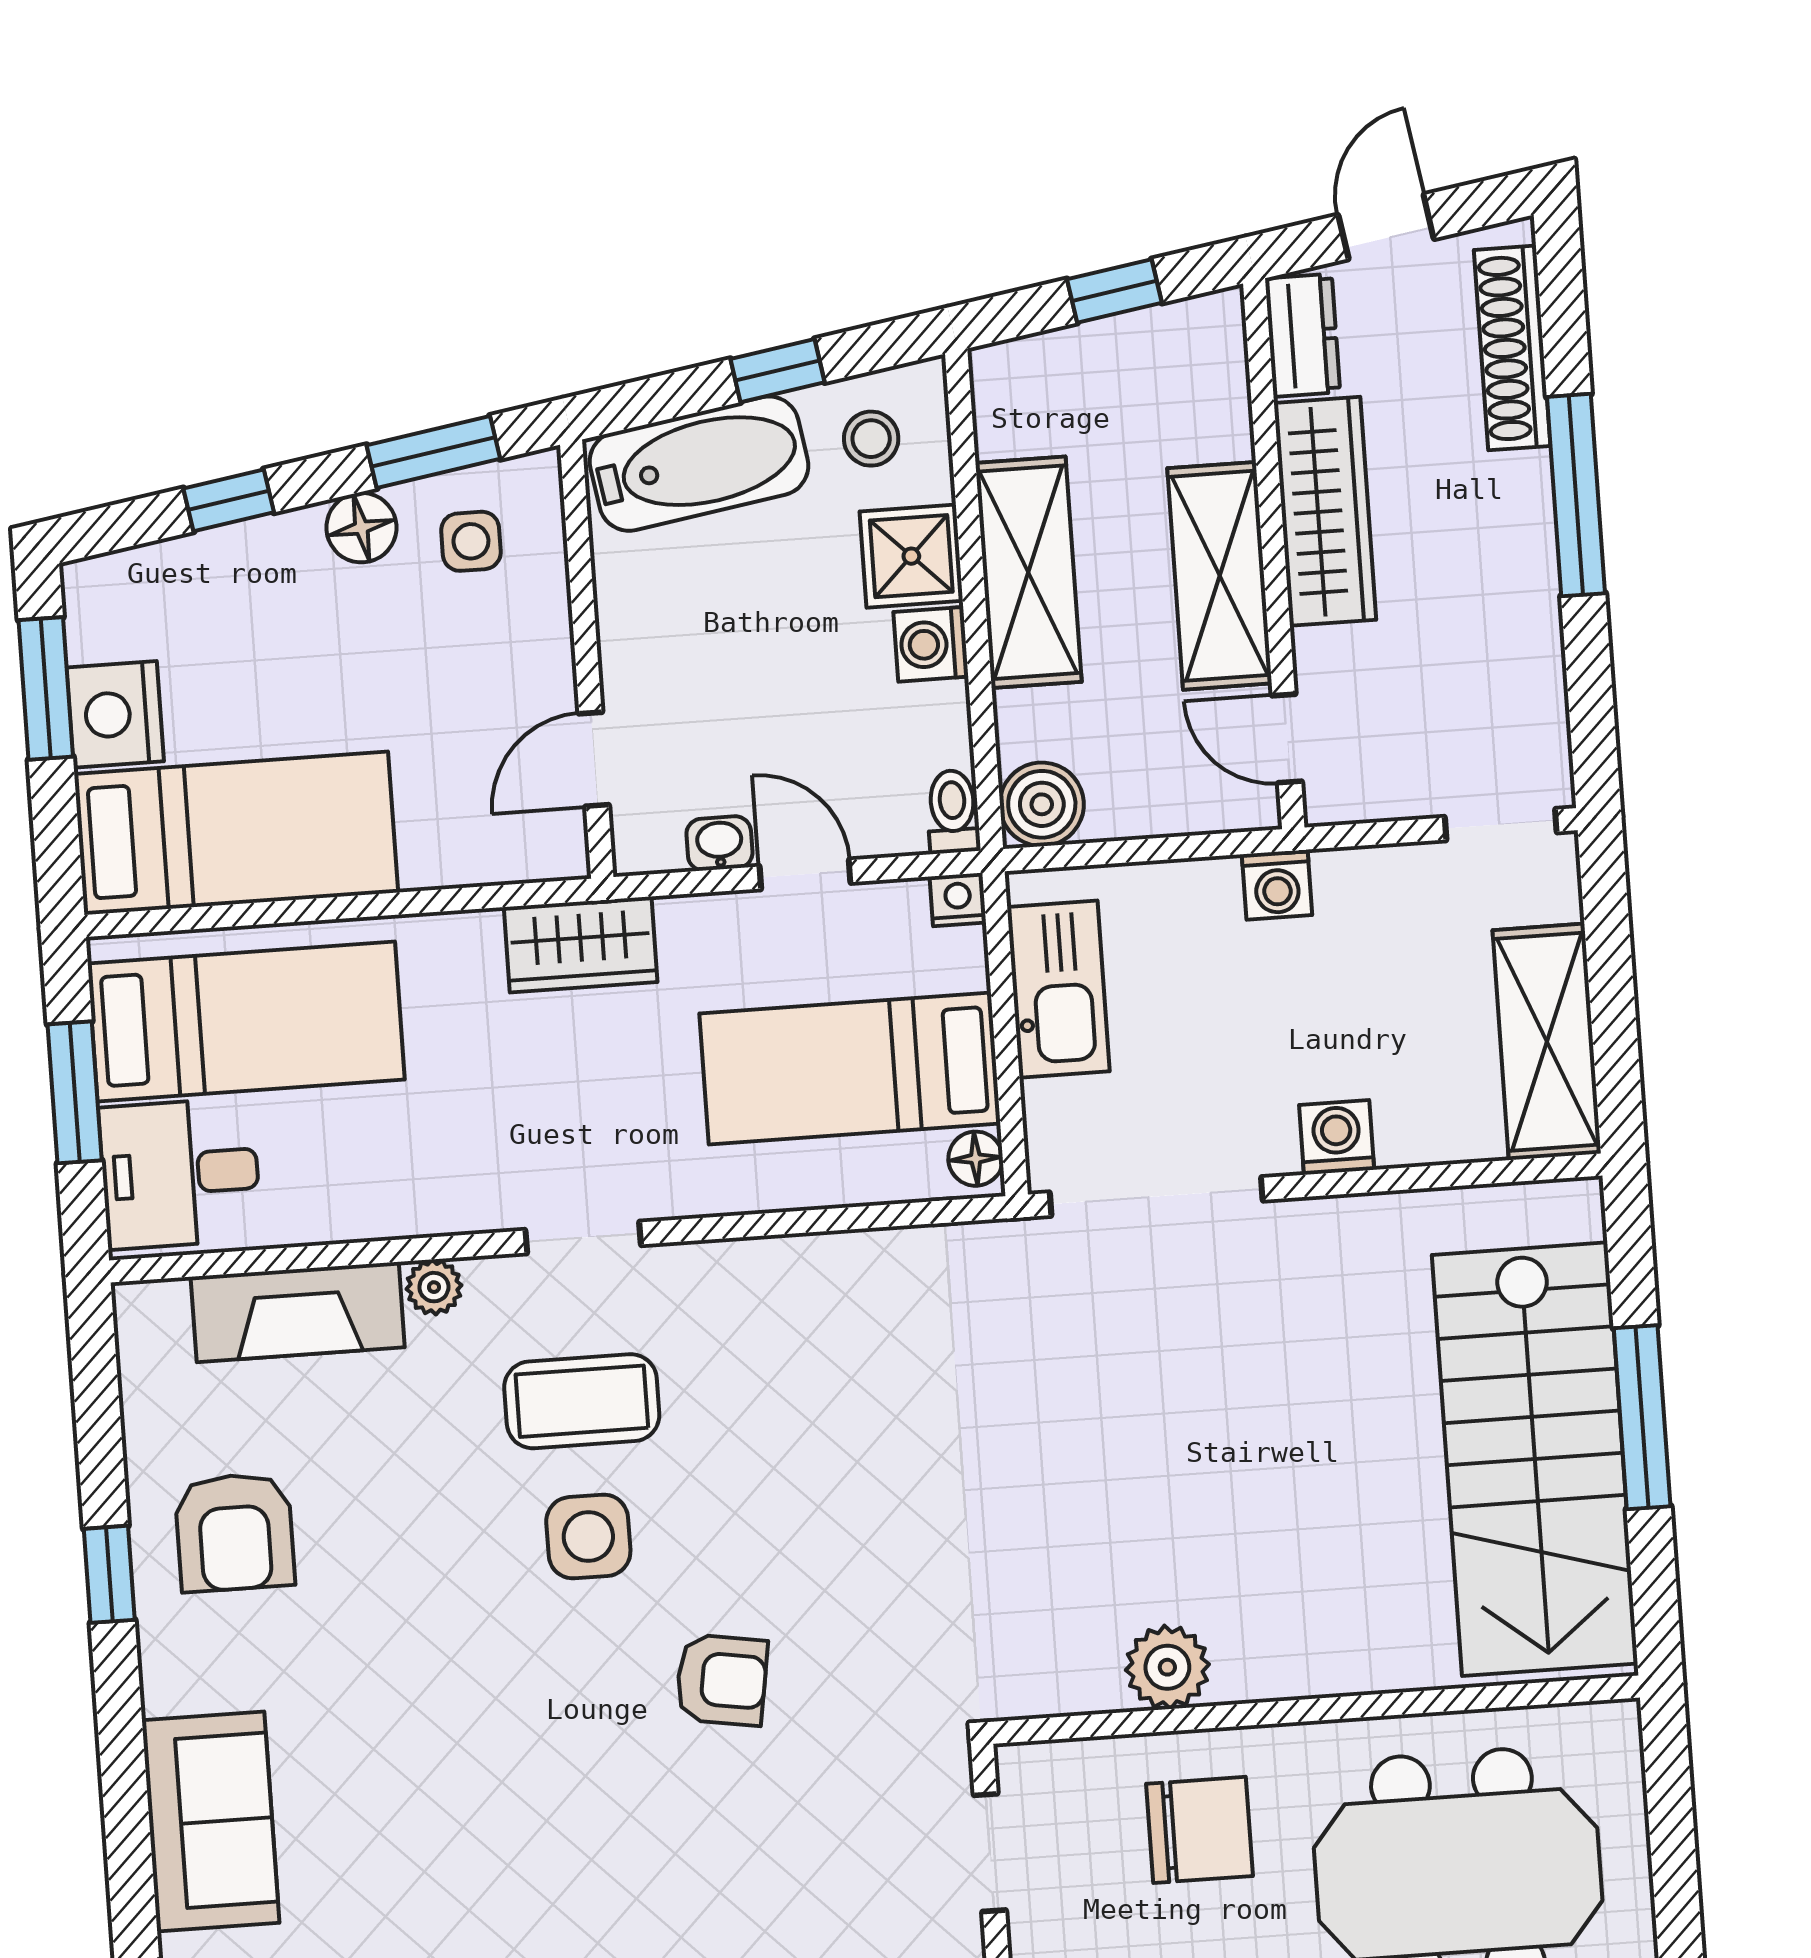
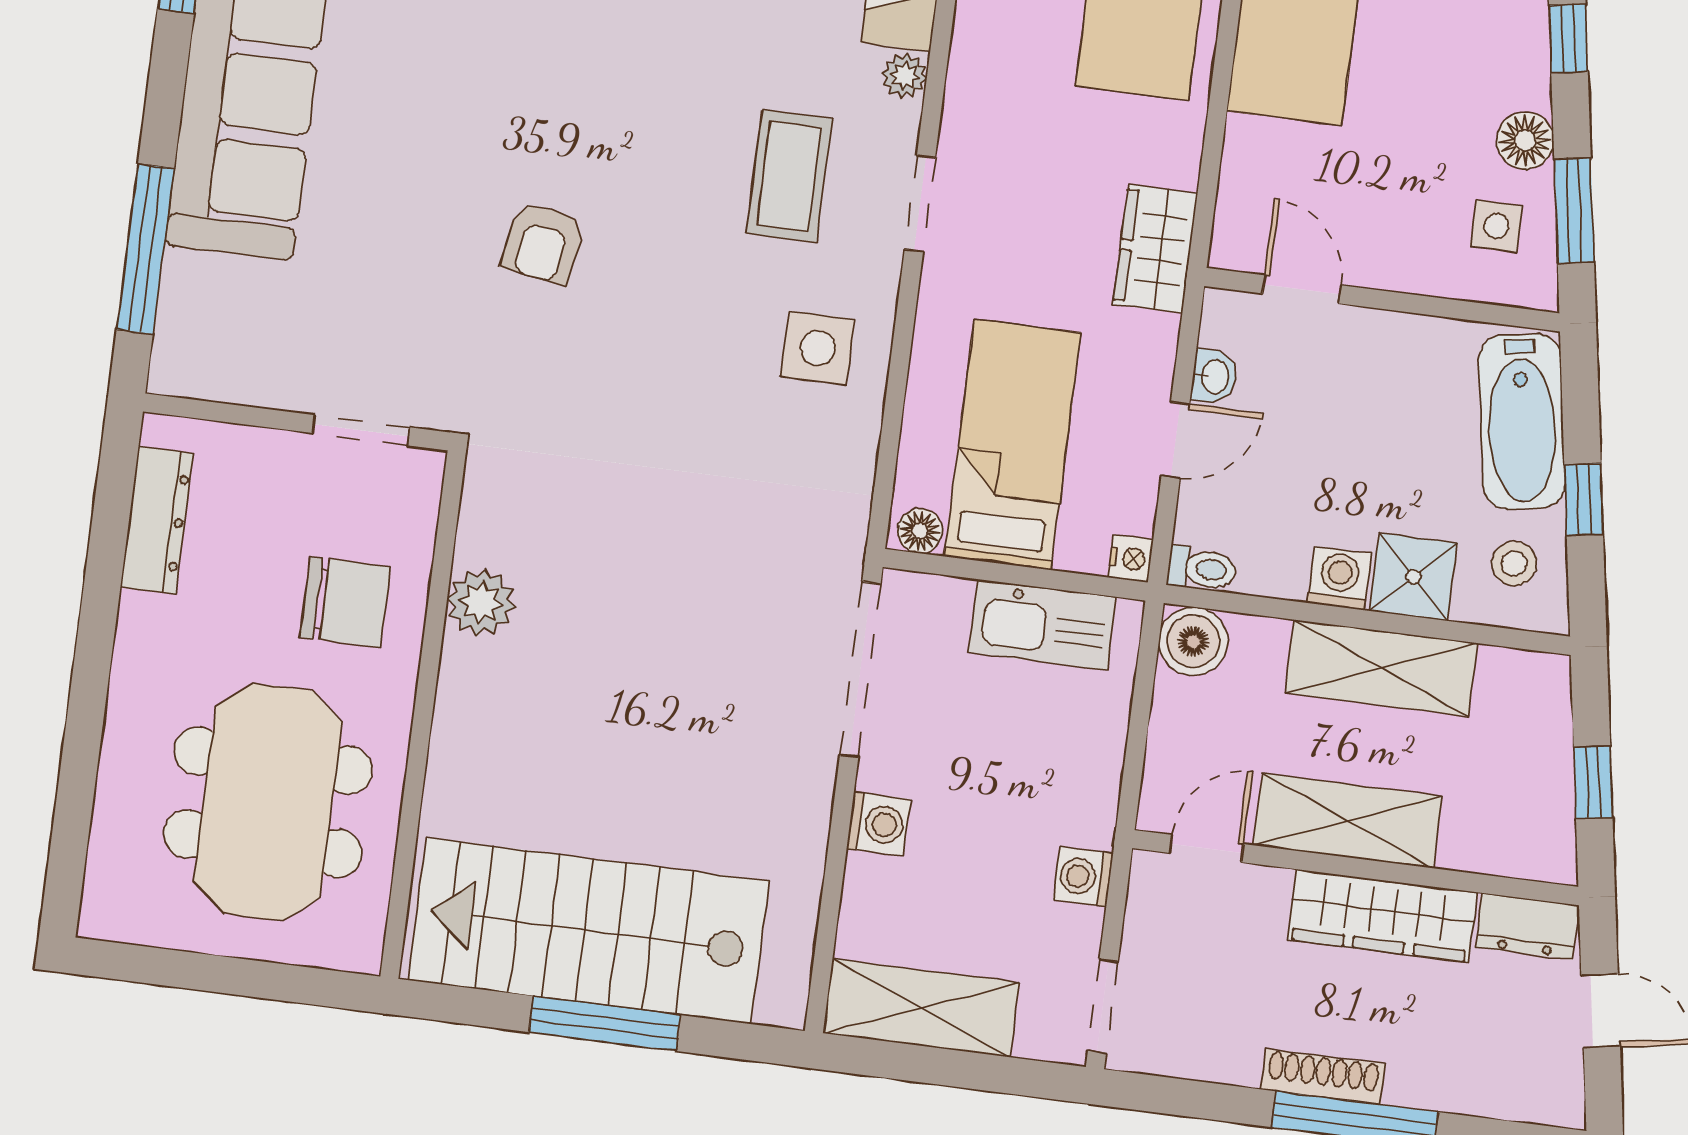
shoe rack: (1512, 348) -> (1323, 1077), moved, width x0.74, depth x0.81
washing machine: (1277, 885) -> (1083, 877), moved
side table: (588, 1537) -> (818, 348), moved
chair: (1199, 1830) -> (345, 602), turned -90

